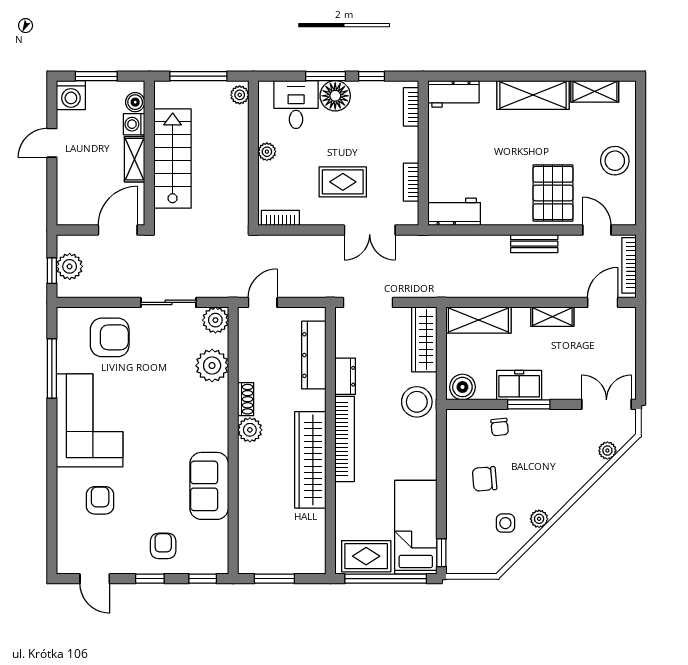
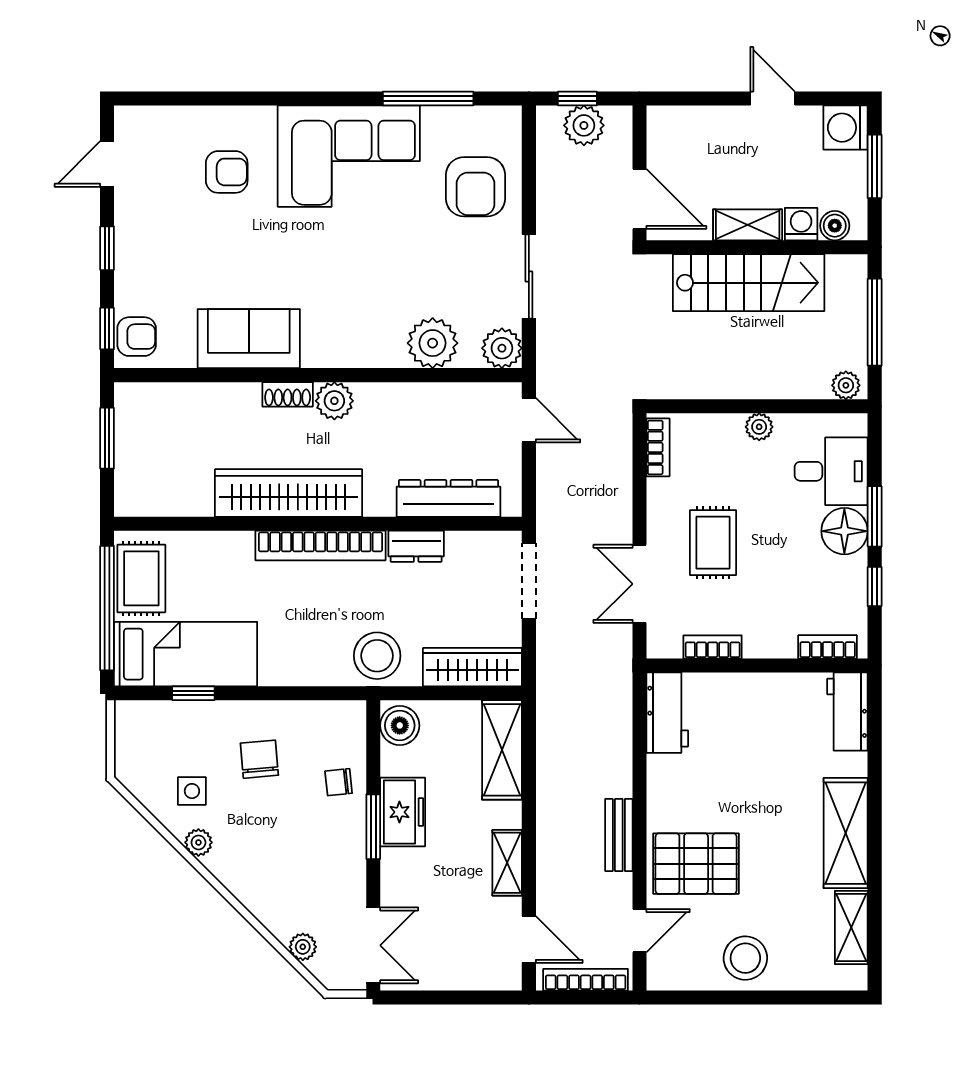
shoe rack: (246, 399) -> (288, 394), moved
armchair: (163, 546) -> (137, 337), moved
window: (441, 553) -> (193, 693), moved

